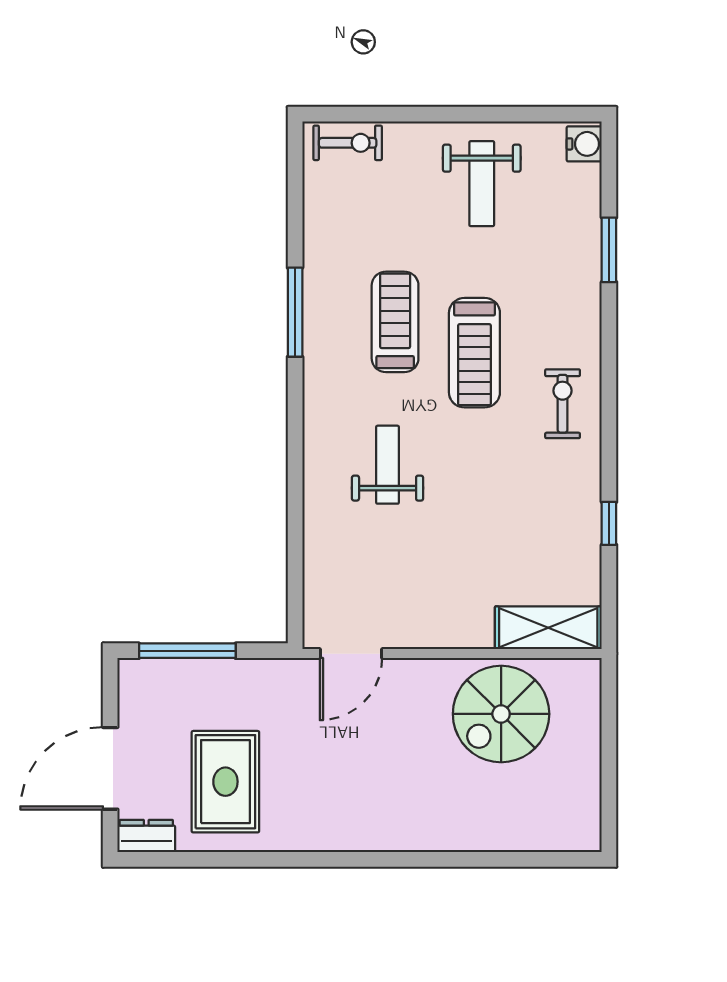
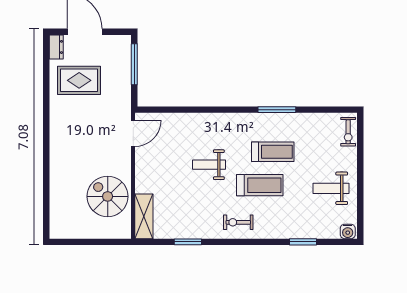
treadmill: (474, 353) -> (260, 185), turned 180
exercise bike: (563, 404) -> (238, 222), turned 180
weight bench: (388, 465) -> (209, 165), moved, turned 180
window: (609, 523) -> (188, 242), width x1.50
door: (351, 654) -> (133, 133), swing flipped

